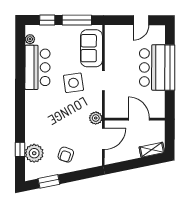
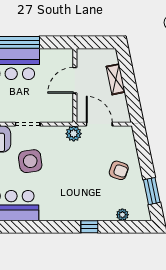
window: (20, 149) -> (89, 227), moved
shelving: (152, 150) -> (116, 79), moved
plant: (34, 153) -> (122, 215), width x0.53, depth x0.53

